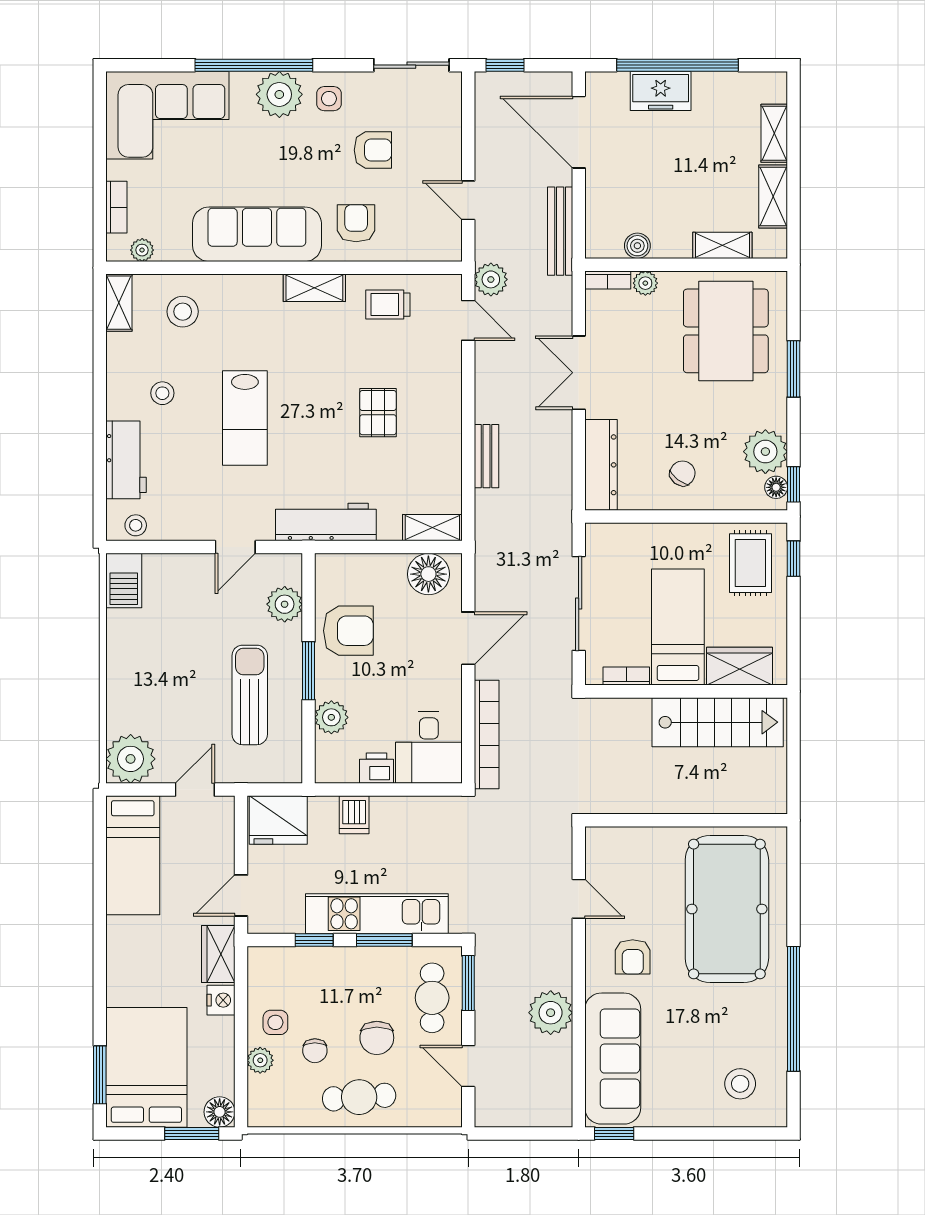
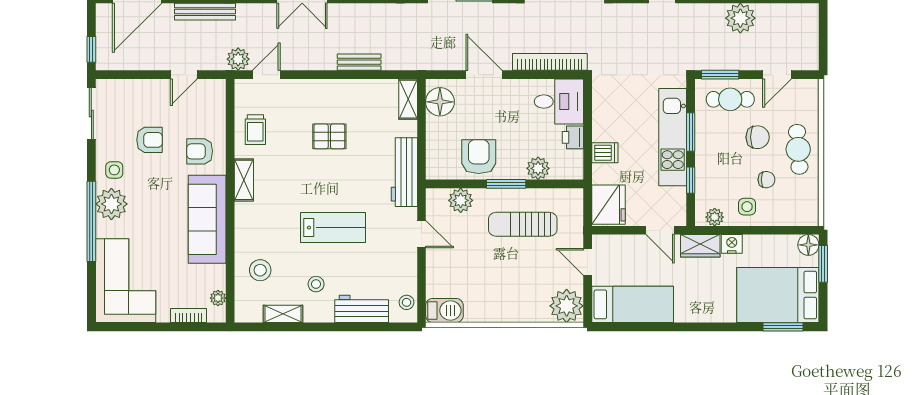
armchair: (373, 150) -> (149, 140), turned 90
shelving: (119, 303) -> (283, 314), moved
plant: (260, 1060) -> (715, 217), moved

